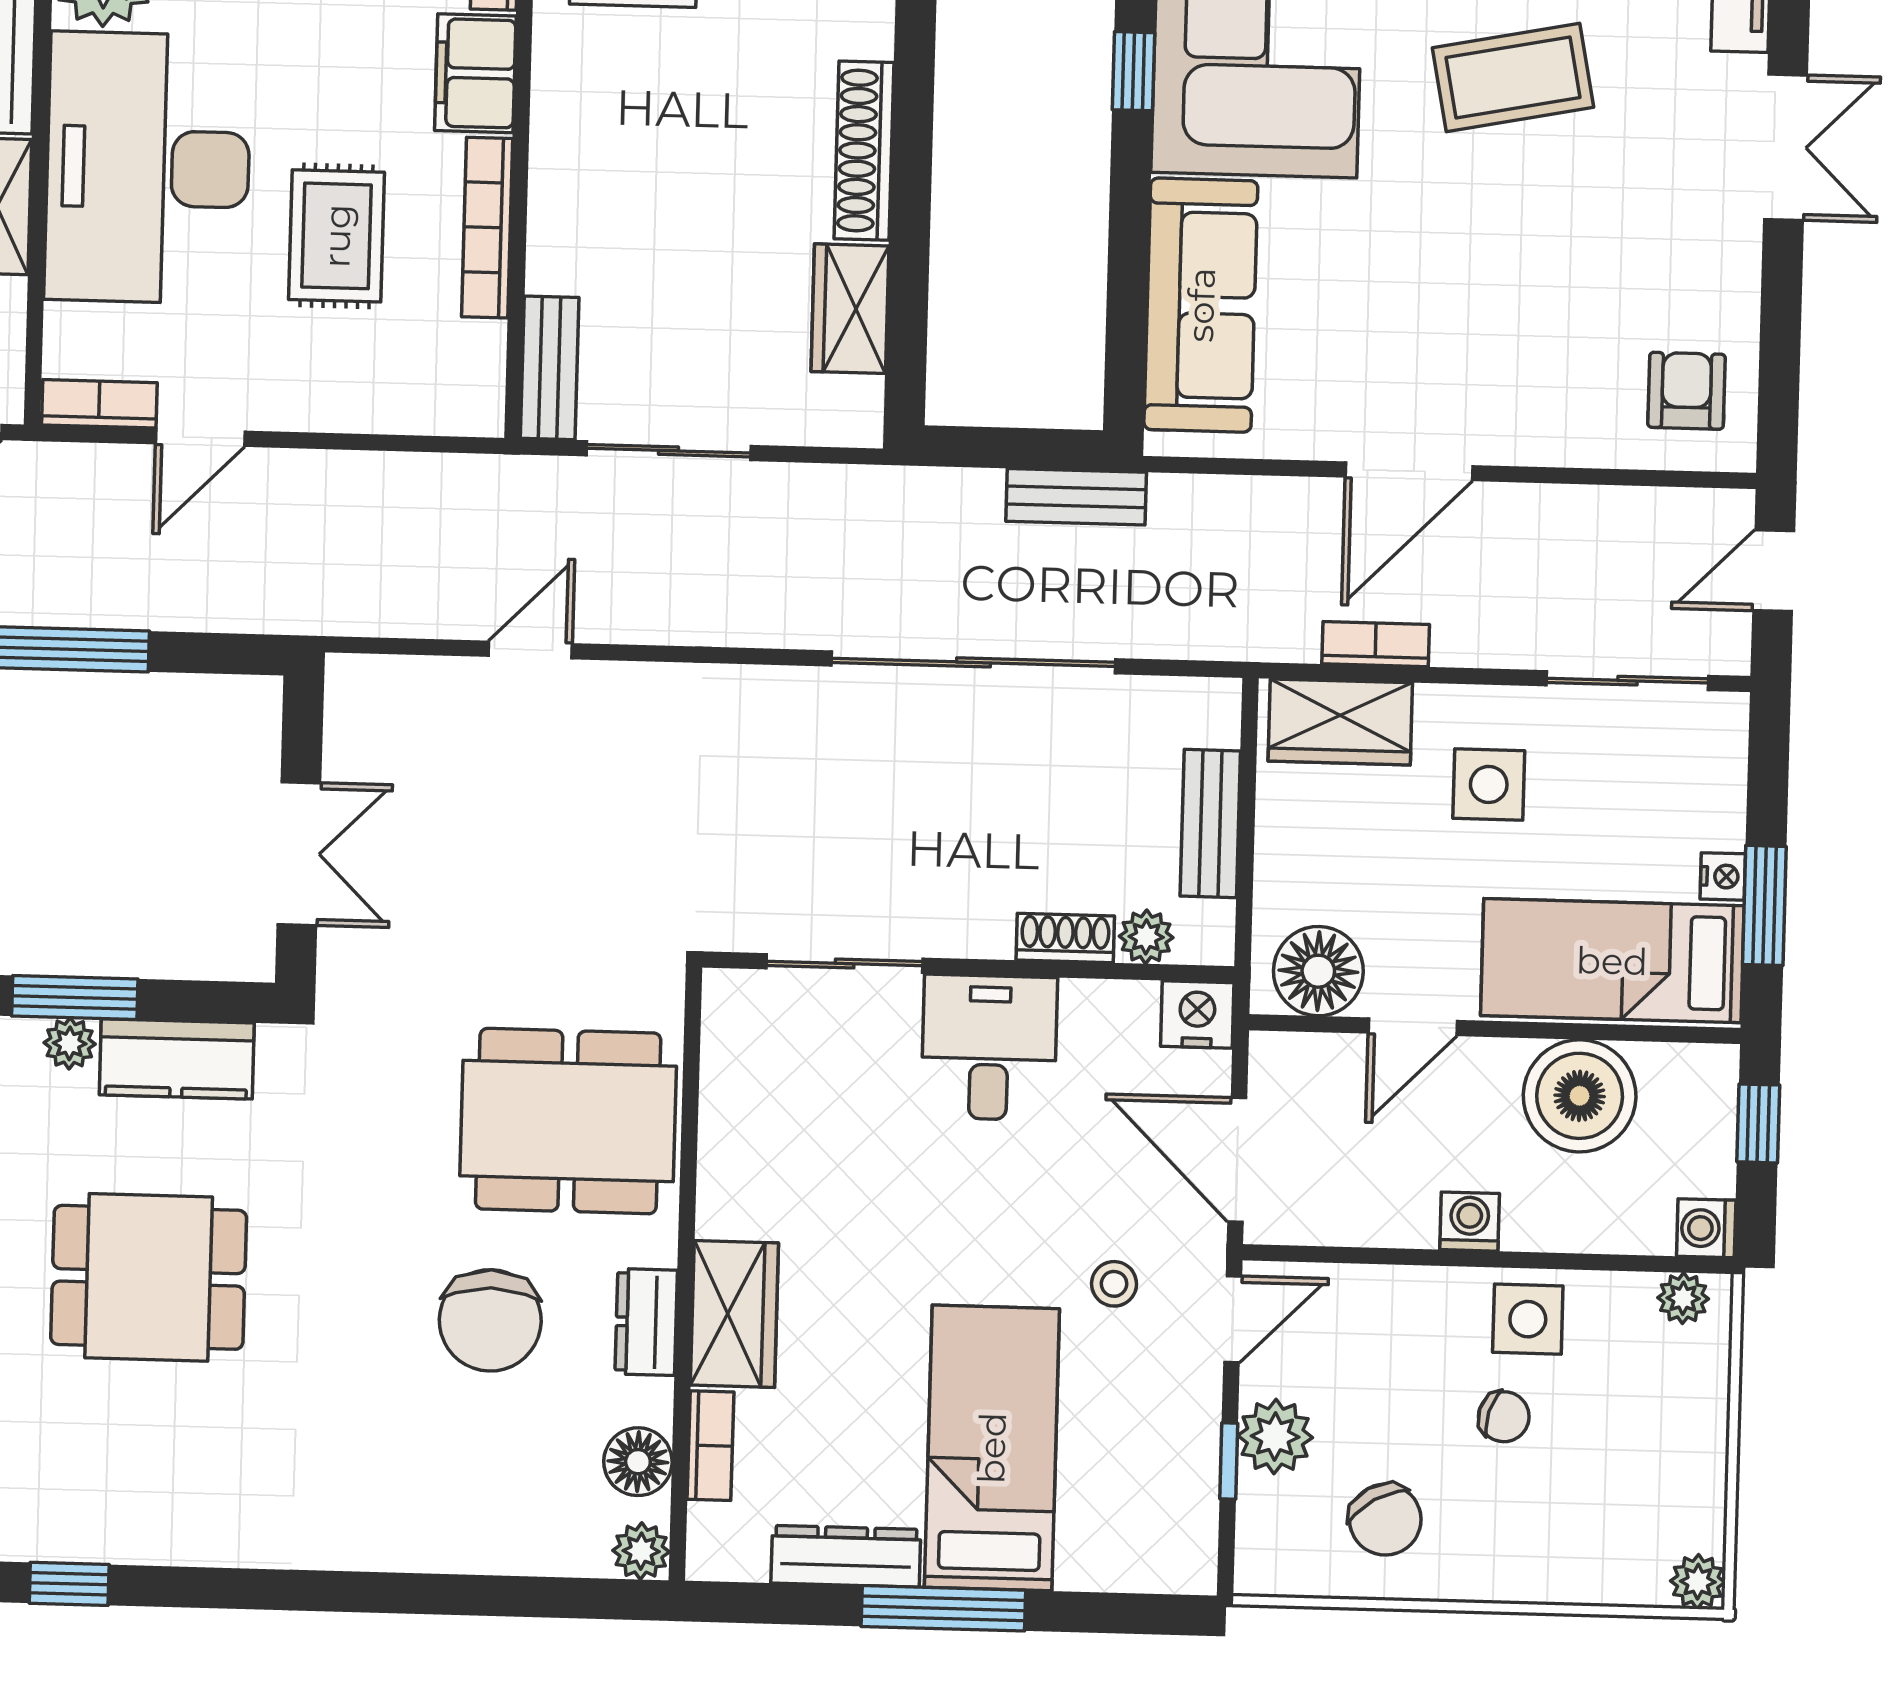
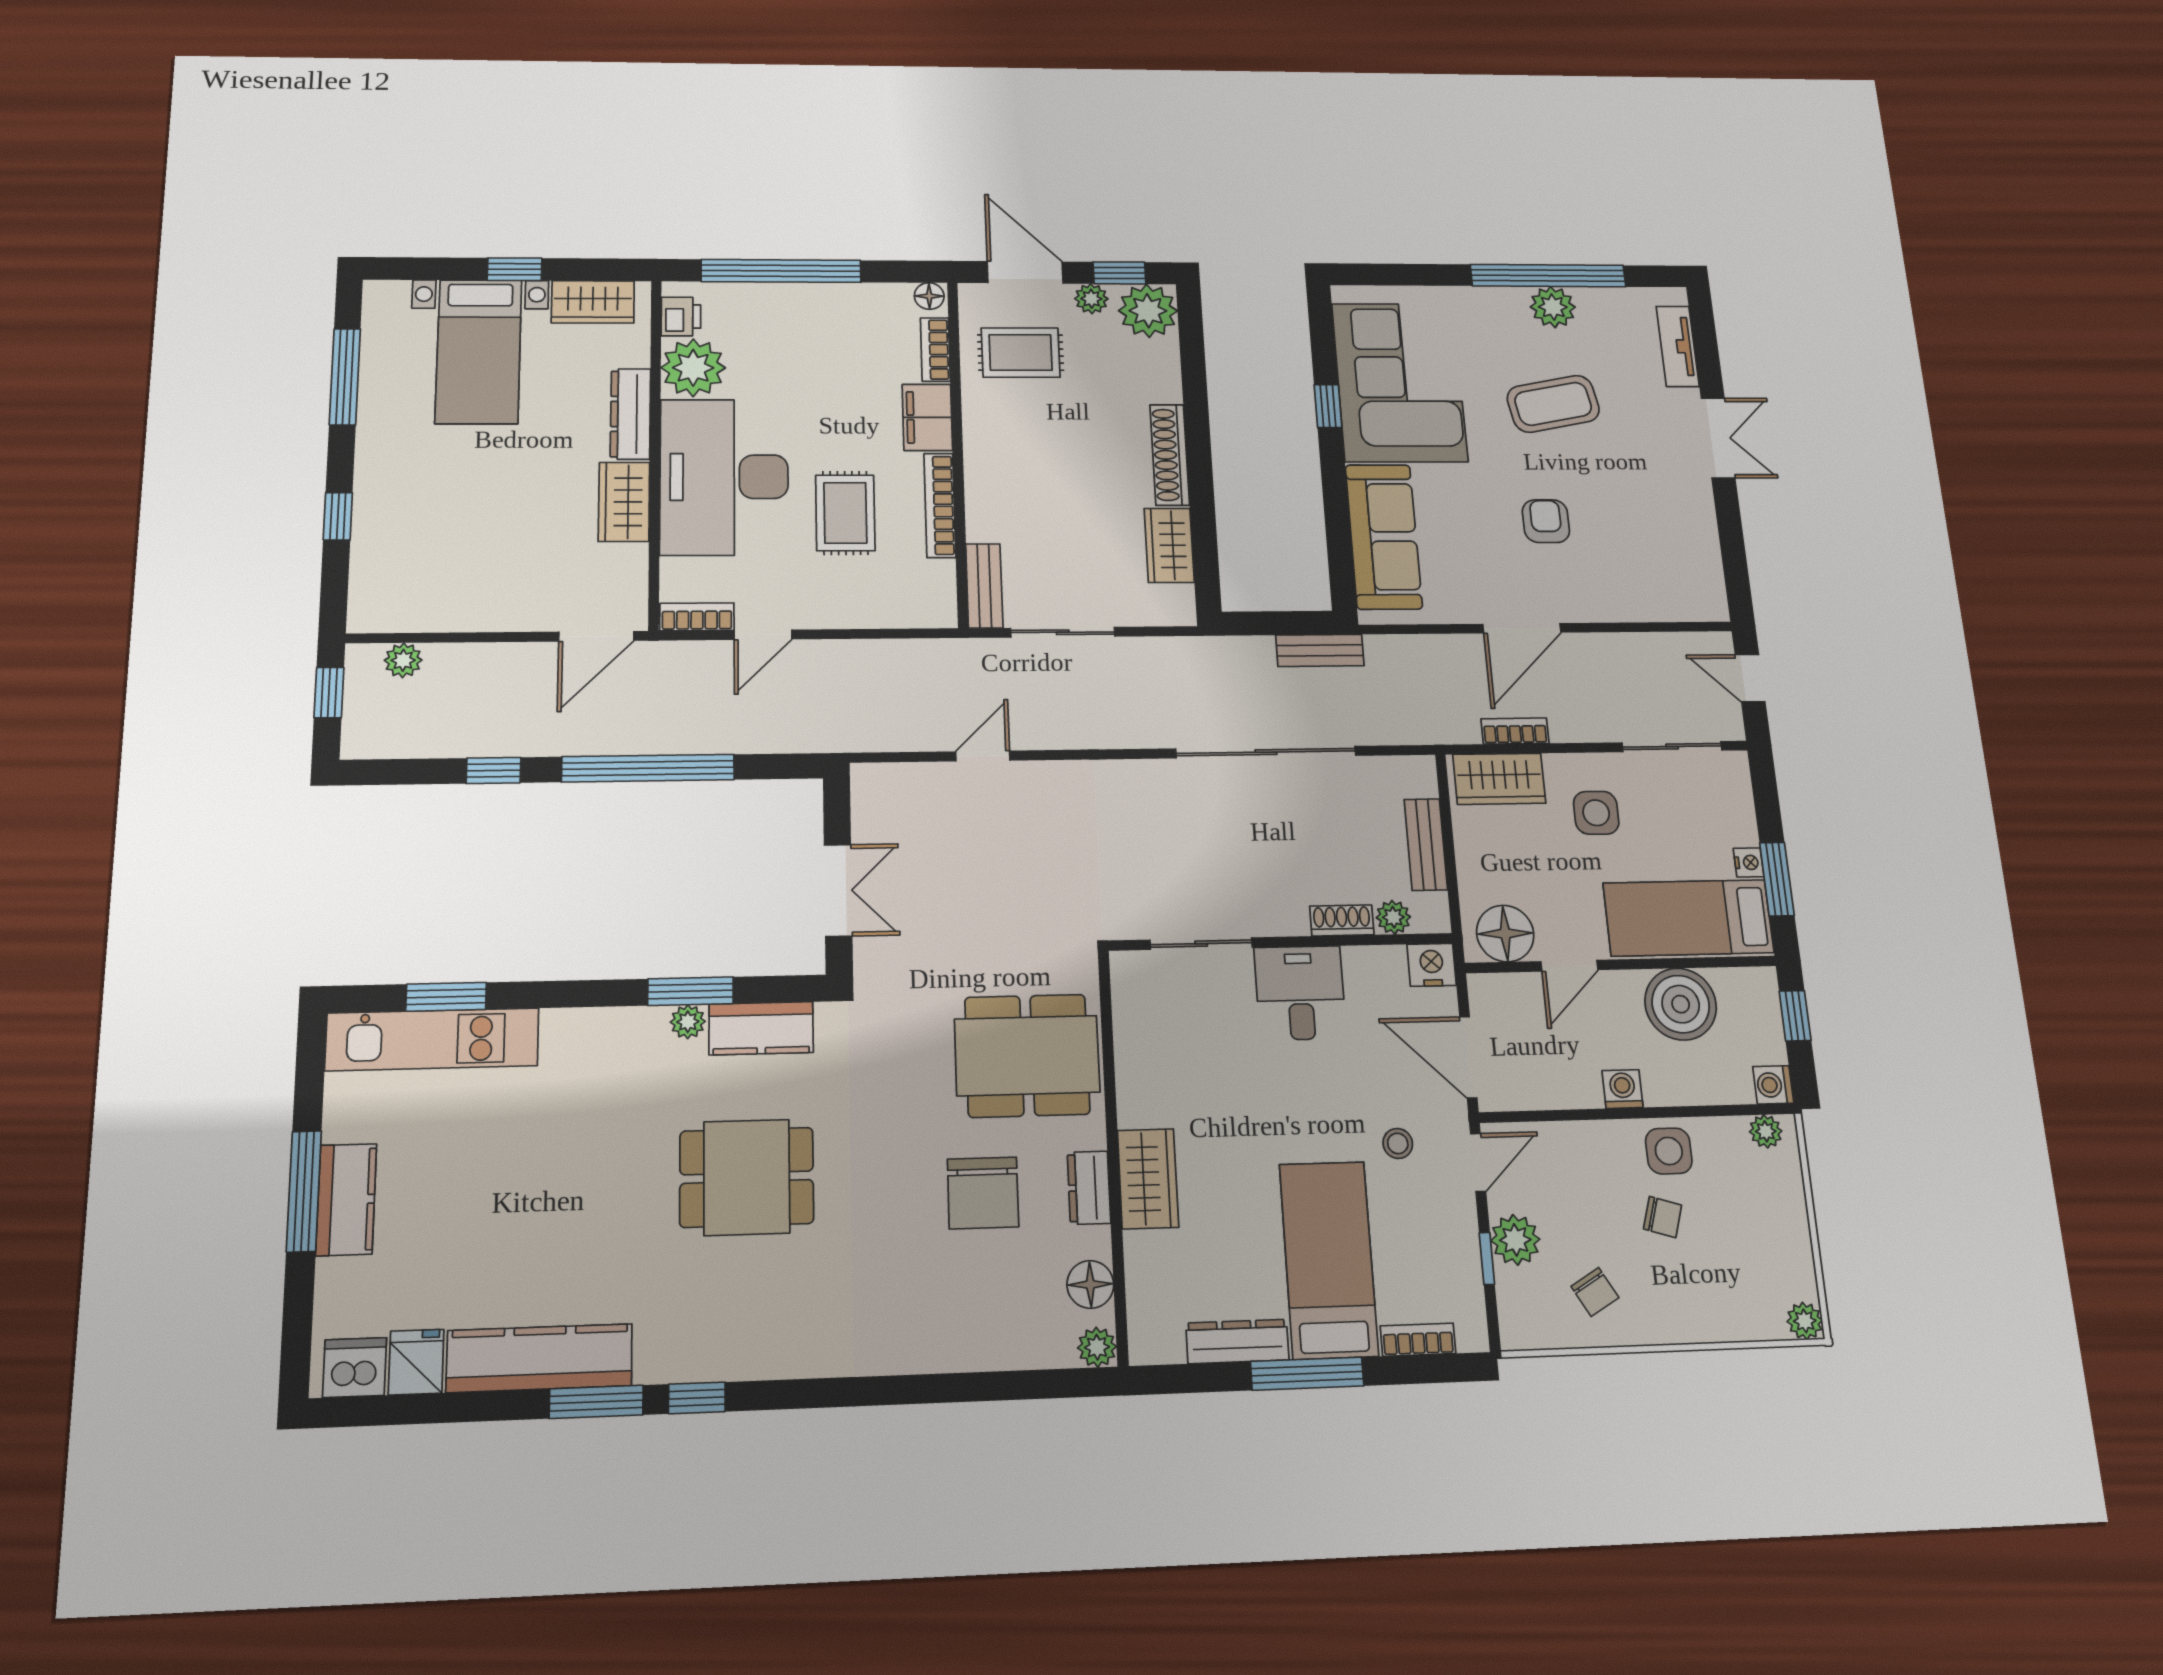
armchair: (1687, 391) -> (1546, 521), moved
door: (1774, 571) -> (1750, 678), hinge flipped
bookcase: (710, 1446) -> (1418, 1340), moved, turned -90
chair: (1385, 1520) -> (1595, 1292), width x0.73, depth x0.73

